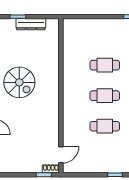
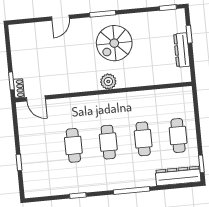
cafe table: (105, 35) -> (178, 136), added
plant: (52, 91) -> (108, 81), added

